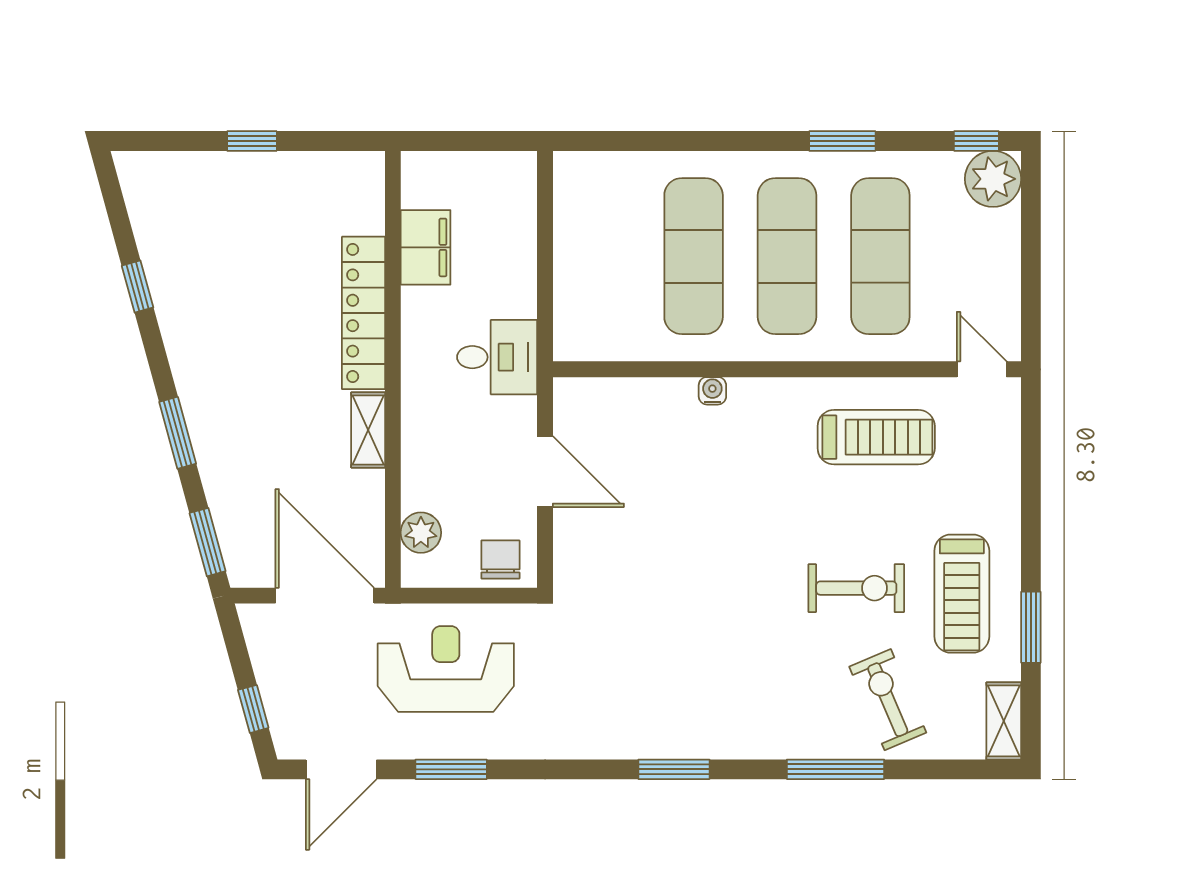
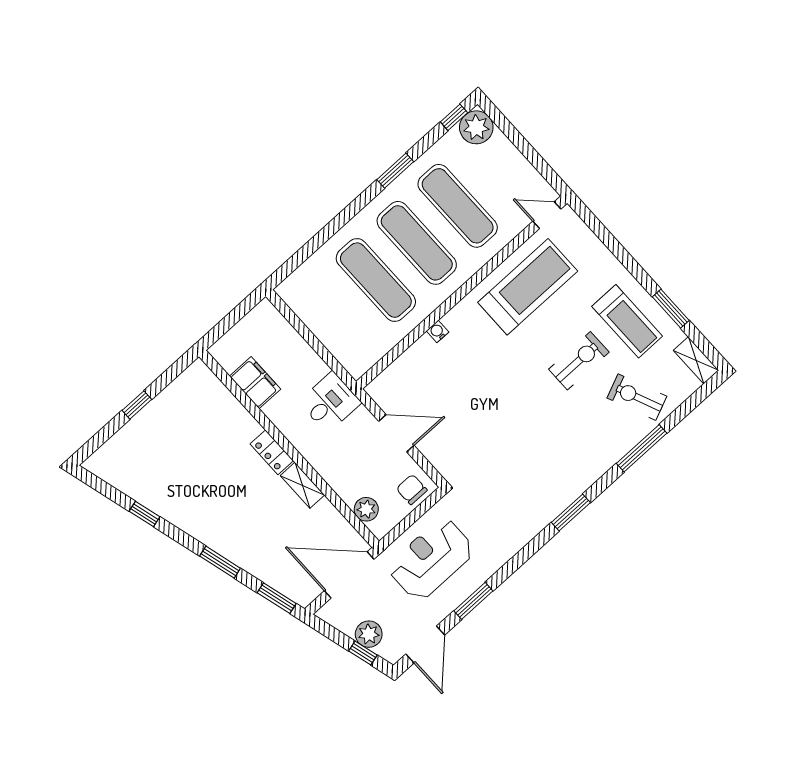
locker: (363, 313) -> (272, 452), width x0.46, depth x0.83
treadmill: (876, 437) -> (528, 287), width x1.37, depth x1.38
plant: (282, 692) -> (369, 634), added

